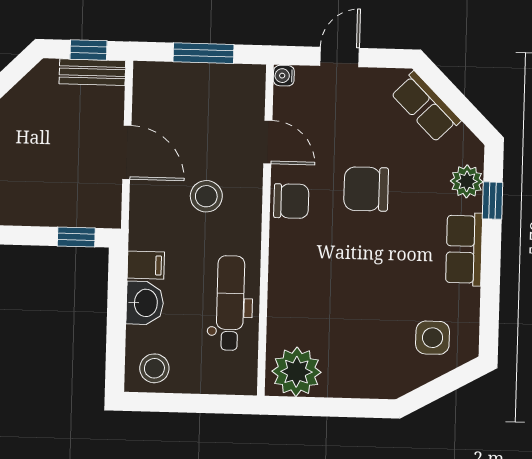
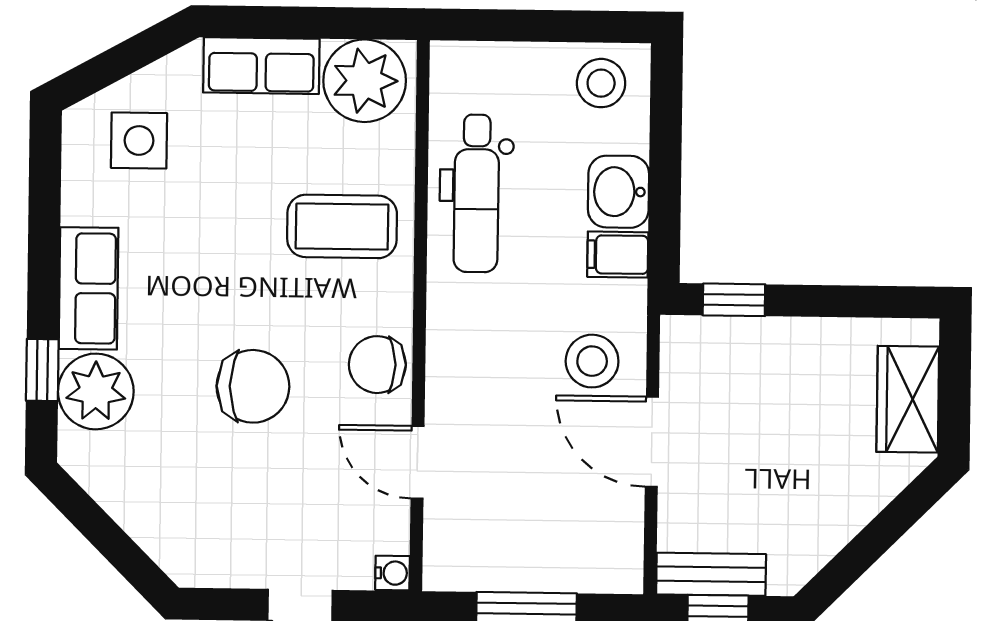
row of seats: (426, 107) -> (261, 66), moved, turned 135
plant: (467, 181) -> (96, 391), width x1.36, depth x1.36
stool: (206, 196) -> (592, 361), moved
coffee table: (311, 284) -> (342, 226), added

